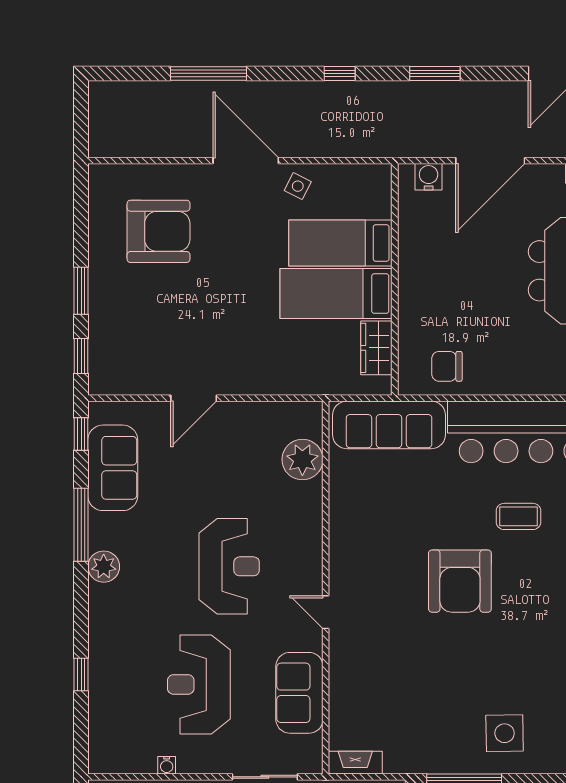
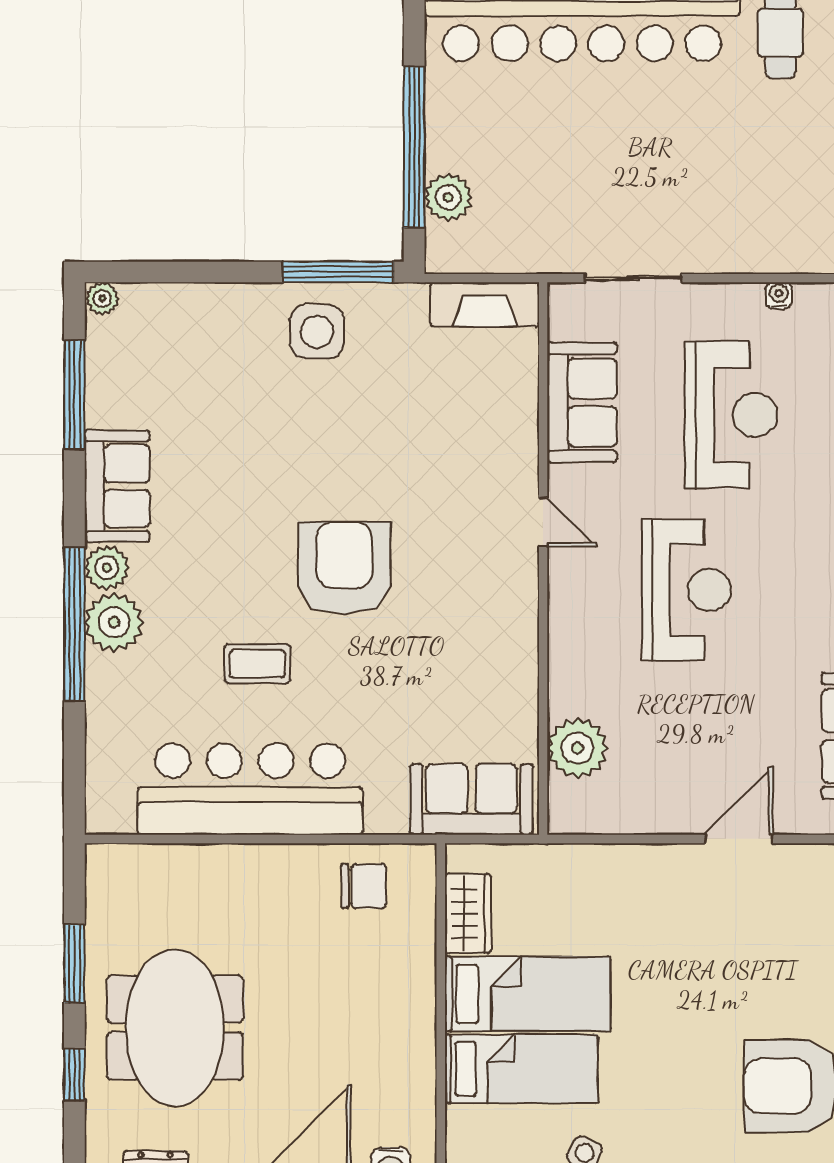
sofa: (389, 425) -> (471, 799), width x0.73
reception desk: (229, 566) -> (686, 590), turned 180
side table: (505, 733) -> (317, 332), moved
fireplace: (355, 763) -> (485, 305), width x1.37, depth x1.32

